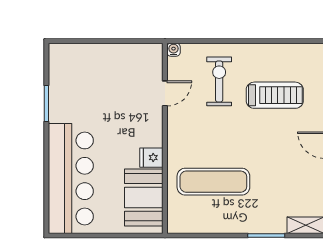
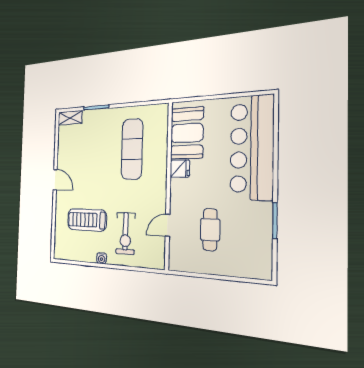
water cooler: (174, 50) -> (102, 258), moved
cafe table: (115, 91) -> (210, 230), added
exercise mat: (213, 182) -> (132, 149), turned 90

